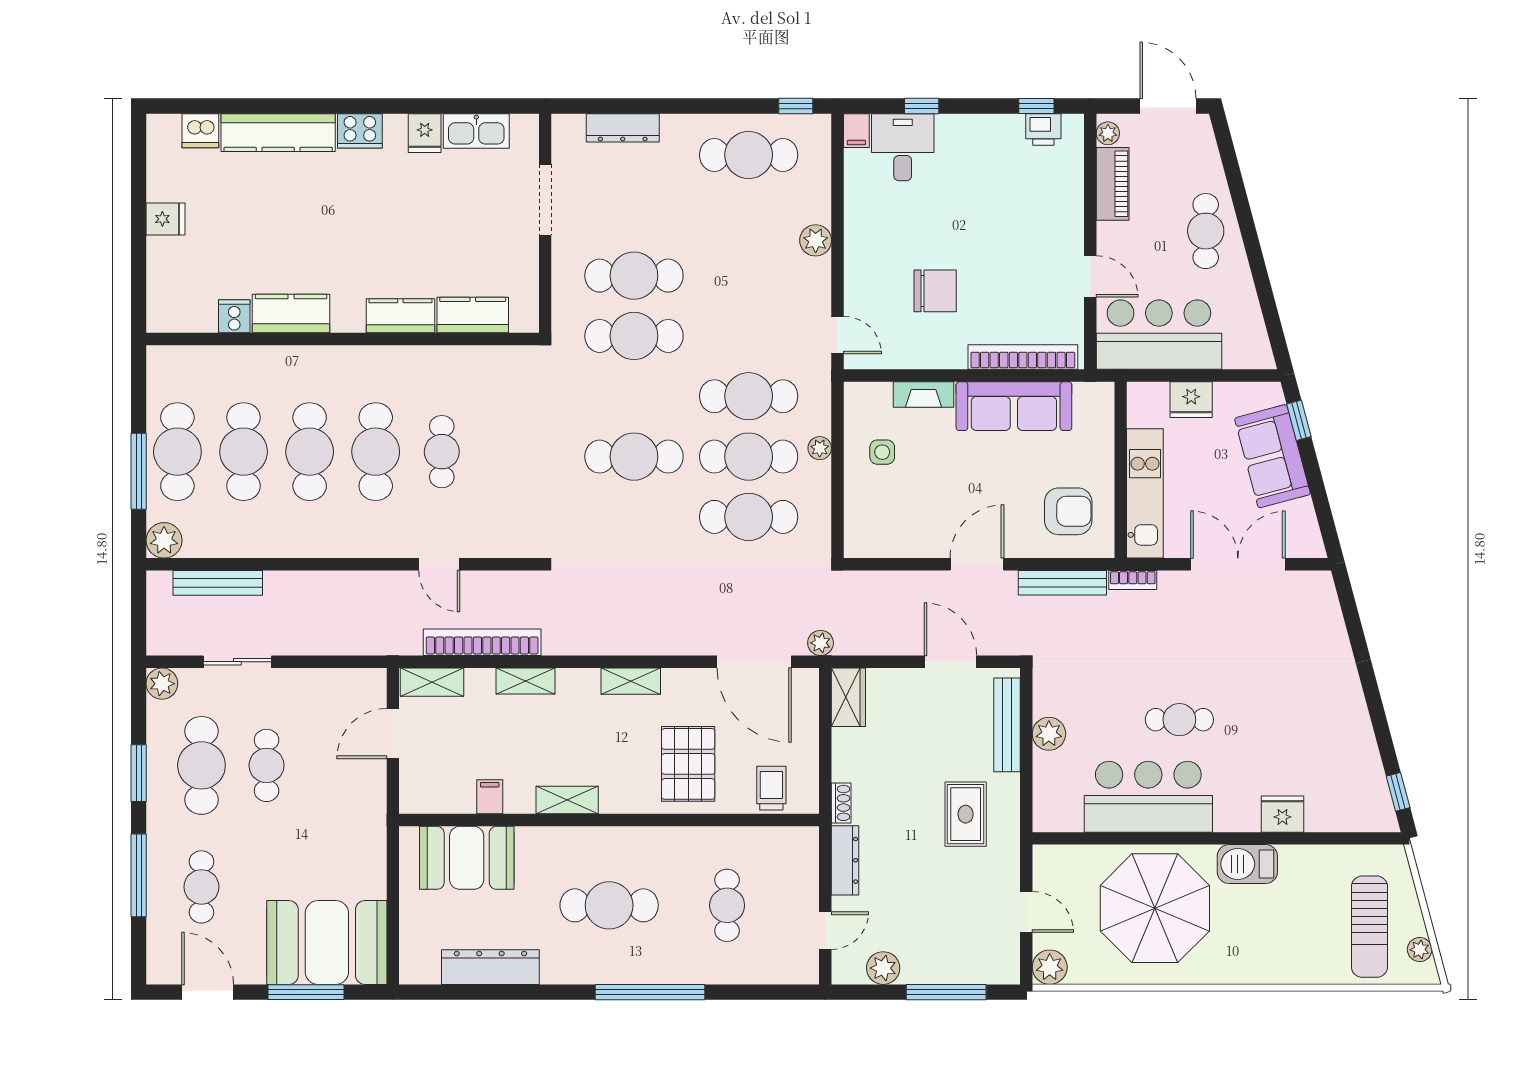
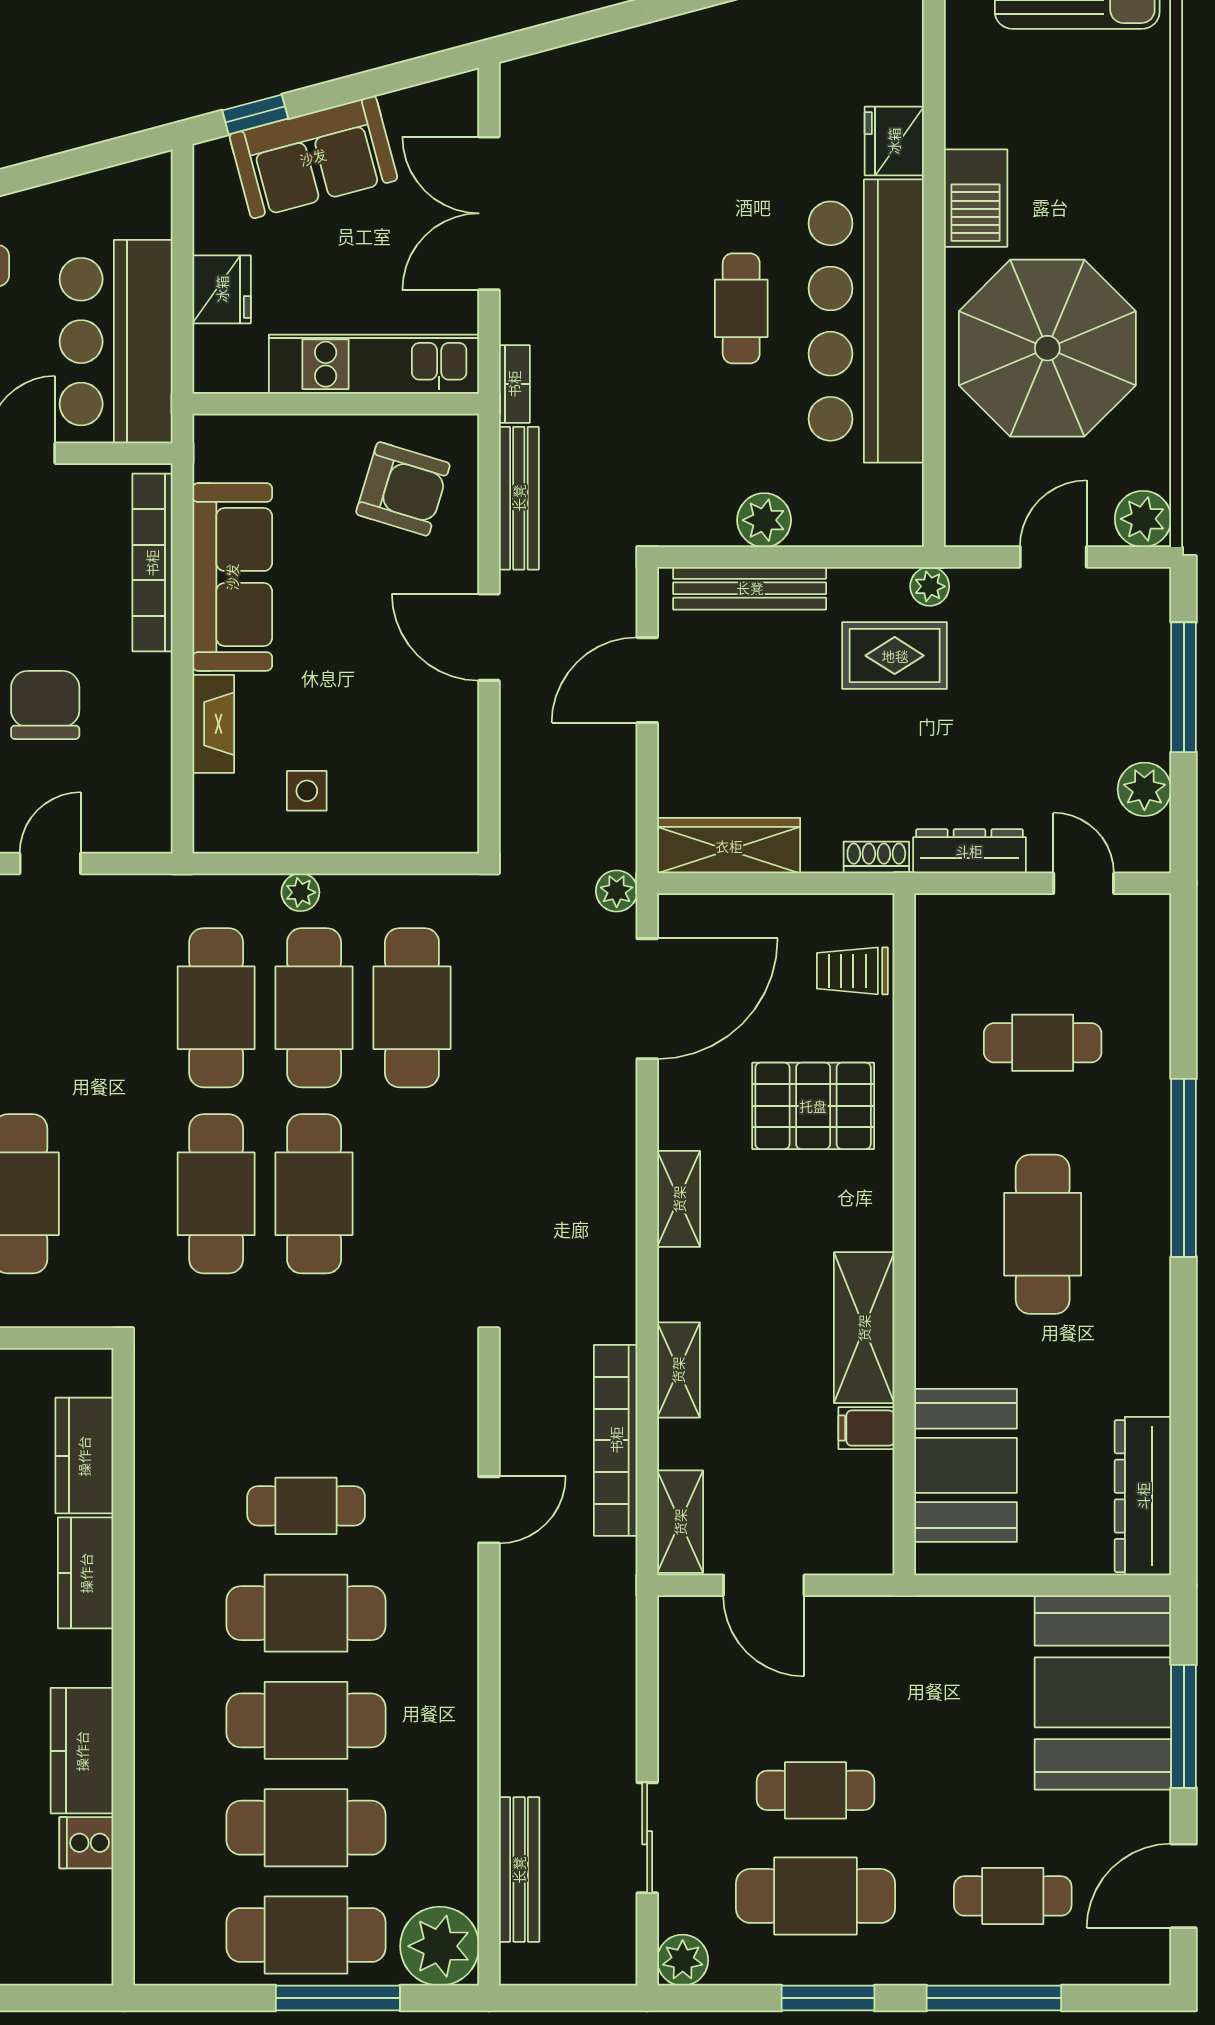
door: (837, 335) -> (50, 863), moved
cafe table: (634, 336) -> (216, 1194), moved
armchair: (1068, 511) -> (403, 489), turned 107
plant: (164, 540) -> (440, 1946), width x1.36, depth x1.36
wardrobe: (848, 697) -> (729, 846), width x1.50
bar counter: (1148, 797) -> (866, 321), width x1.36
shelving: (567, 800) -> (864, 1328), width x1.50, depth x1.33
plant: (1008, 836) -> (930, 586), added
dresser: (490, 967) -> (1143, 1496), moved

